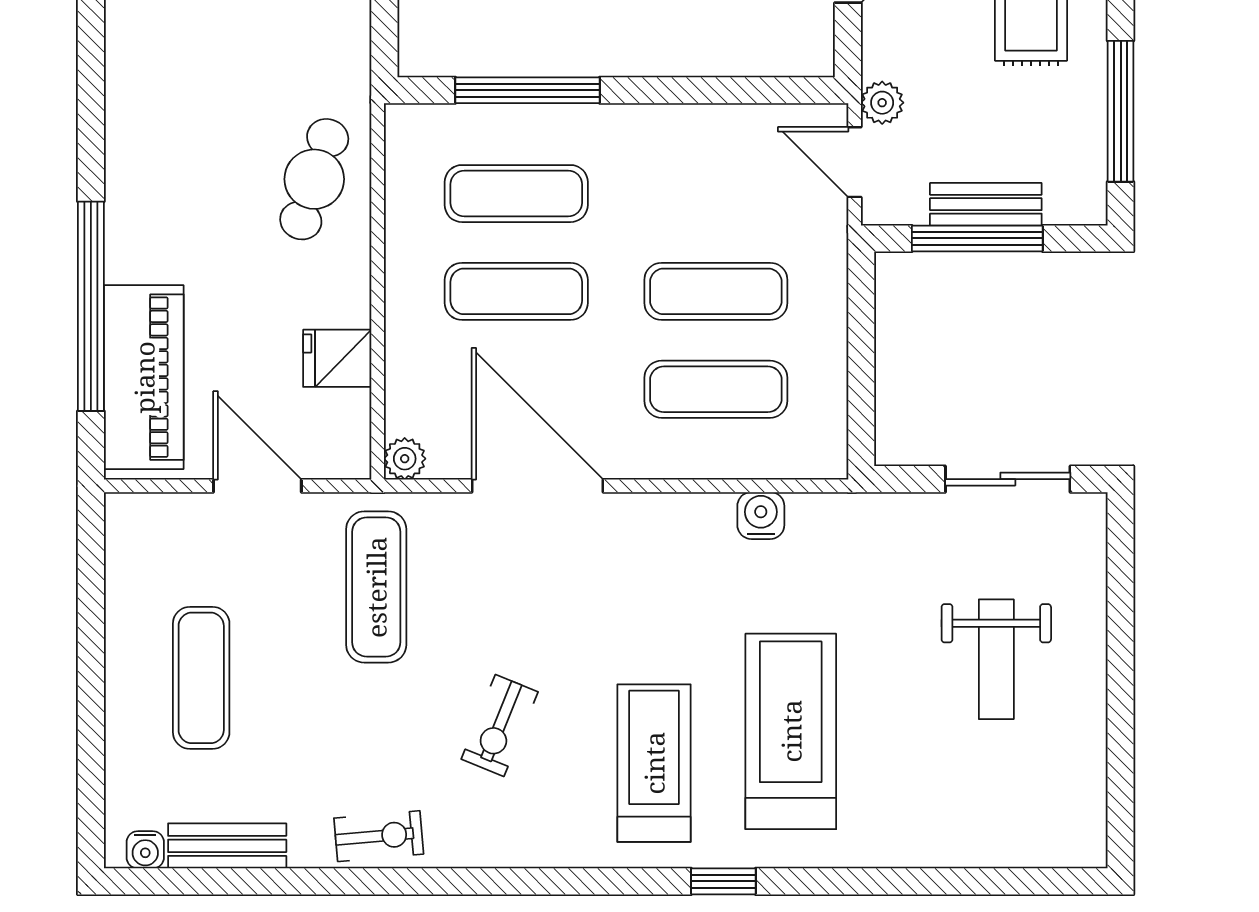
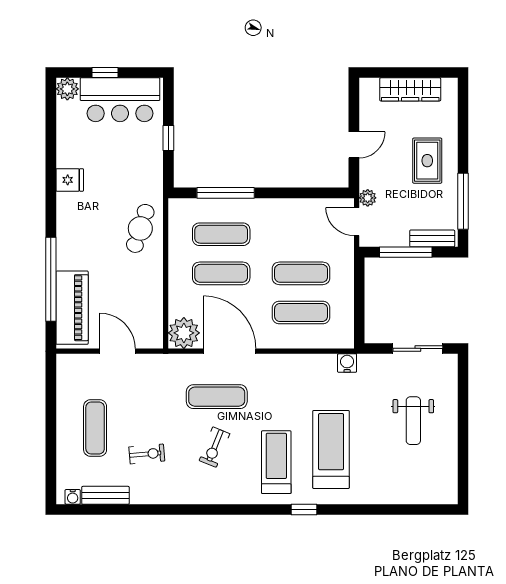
bench: (986, 204) -> (432, 238), moved
fridge: (337, 358) -> (70, 180), moved, turned 180
plant: (405, 459) -> (184, 333), width x1.88, depth x1.88
water cooler: (761, 516) -> (347, 363), moved
exercise mat: (376, 587) -> (217, 397), moved, turned 90
exercise bike: (379, 836) -> (147, 454), moved

